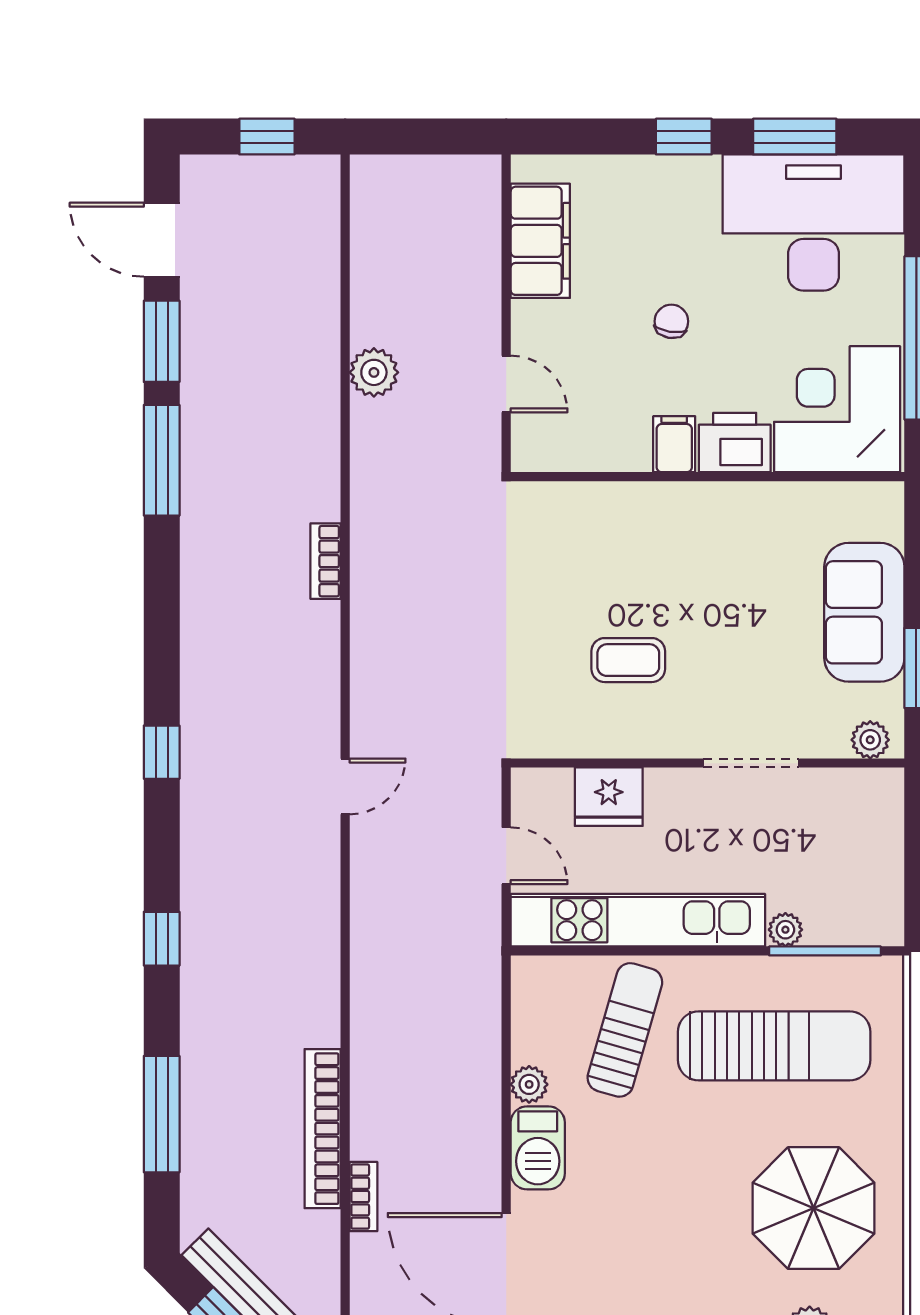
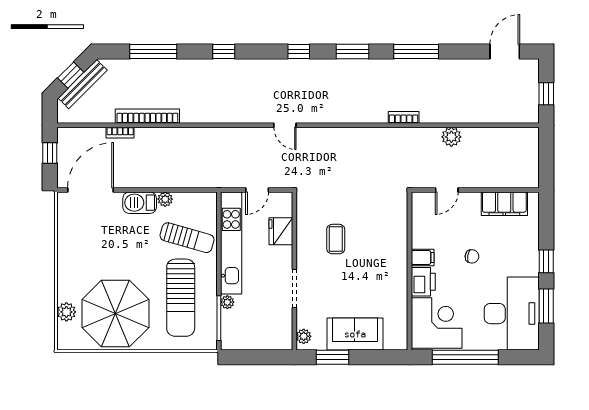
window: (162, 341) -> (353, 51), moved
bookcase: (326, 561) -> (404, 117), moved
parasol: (813, 1208) -> (115, 314), width x1.36, depth x1.36

